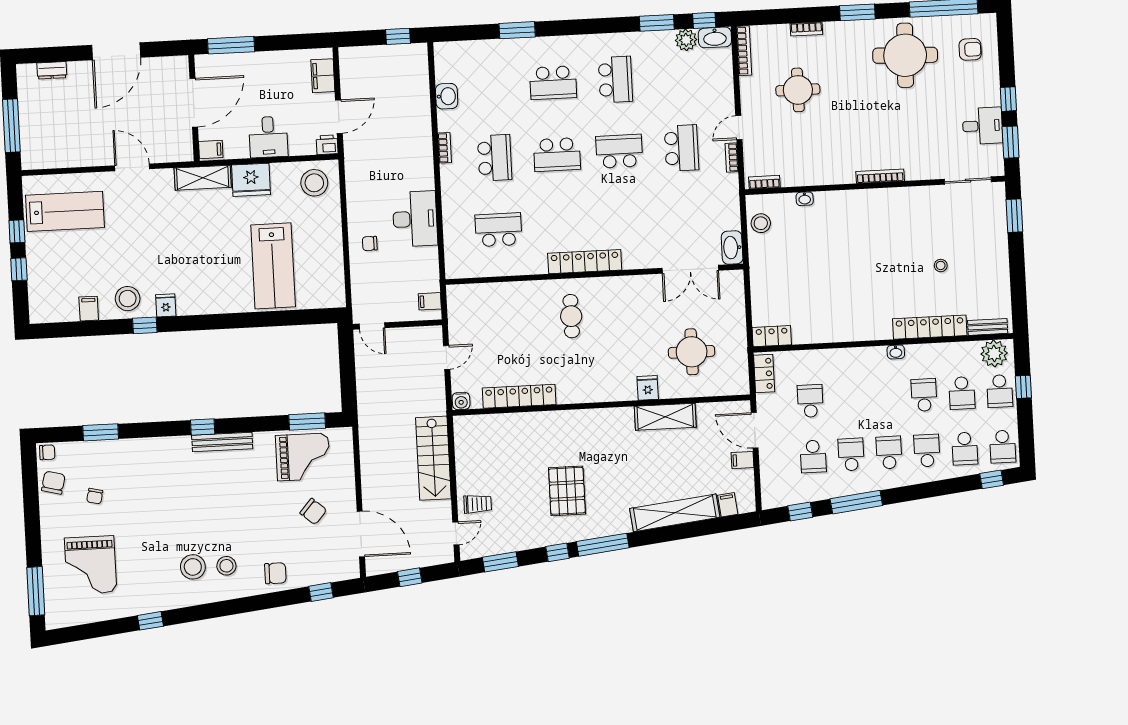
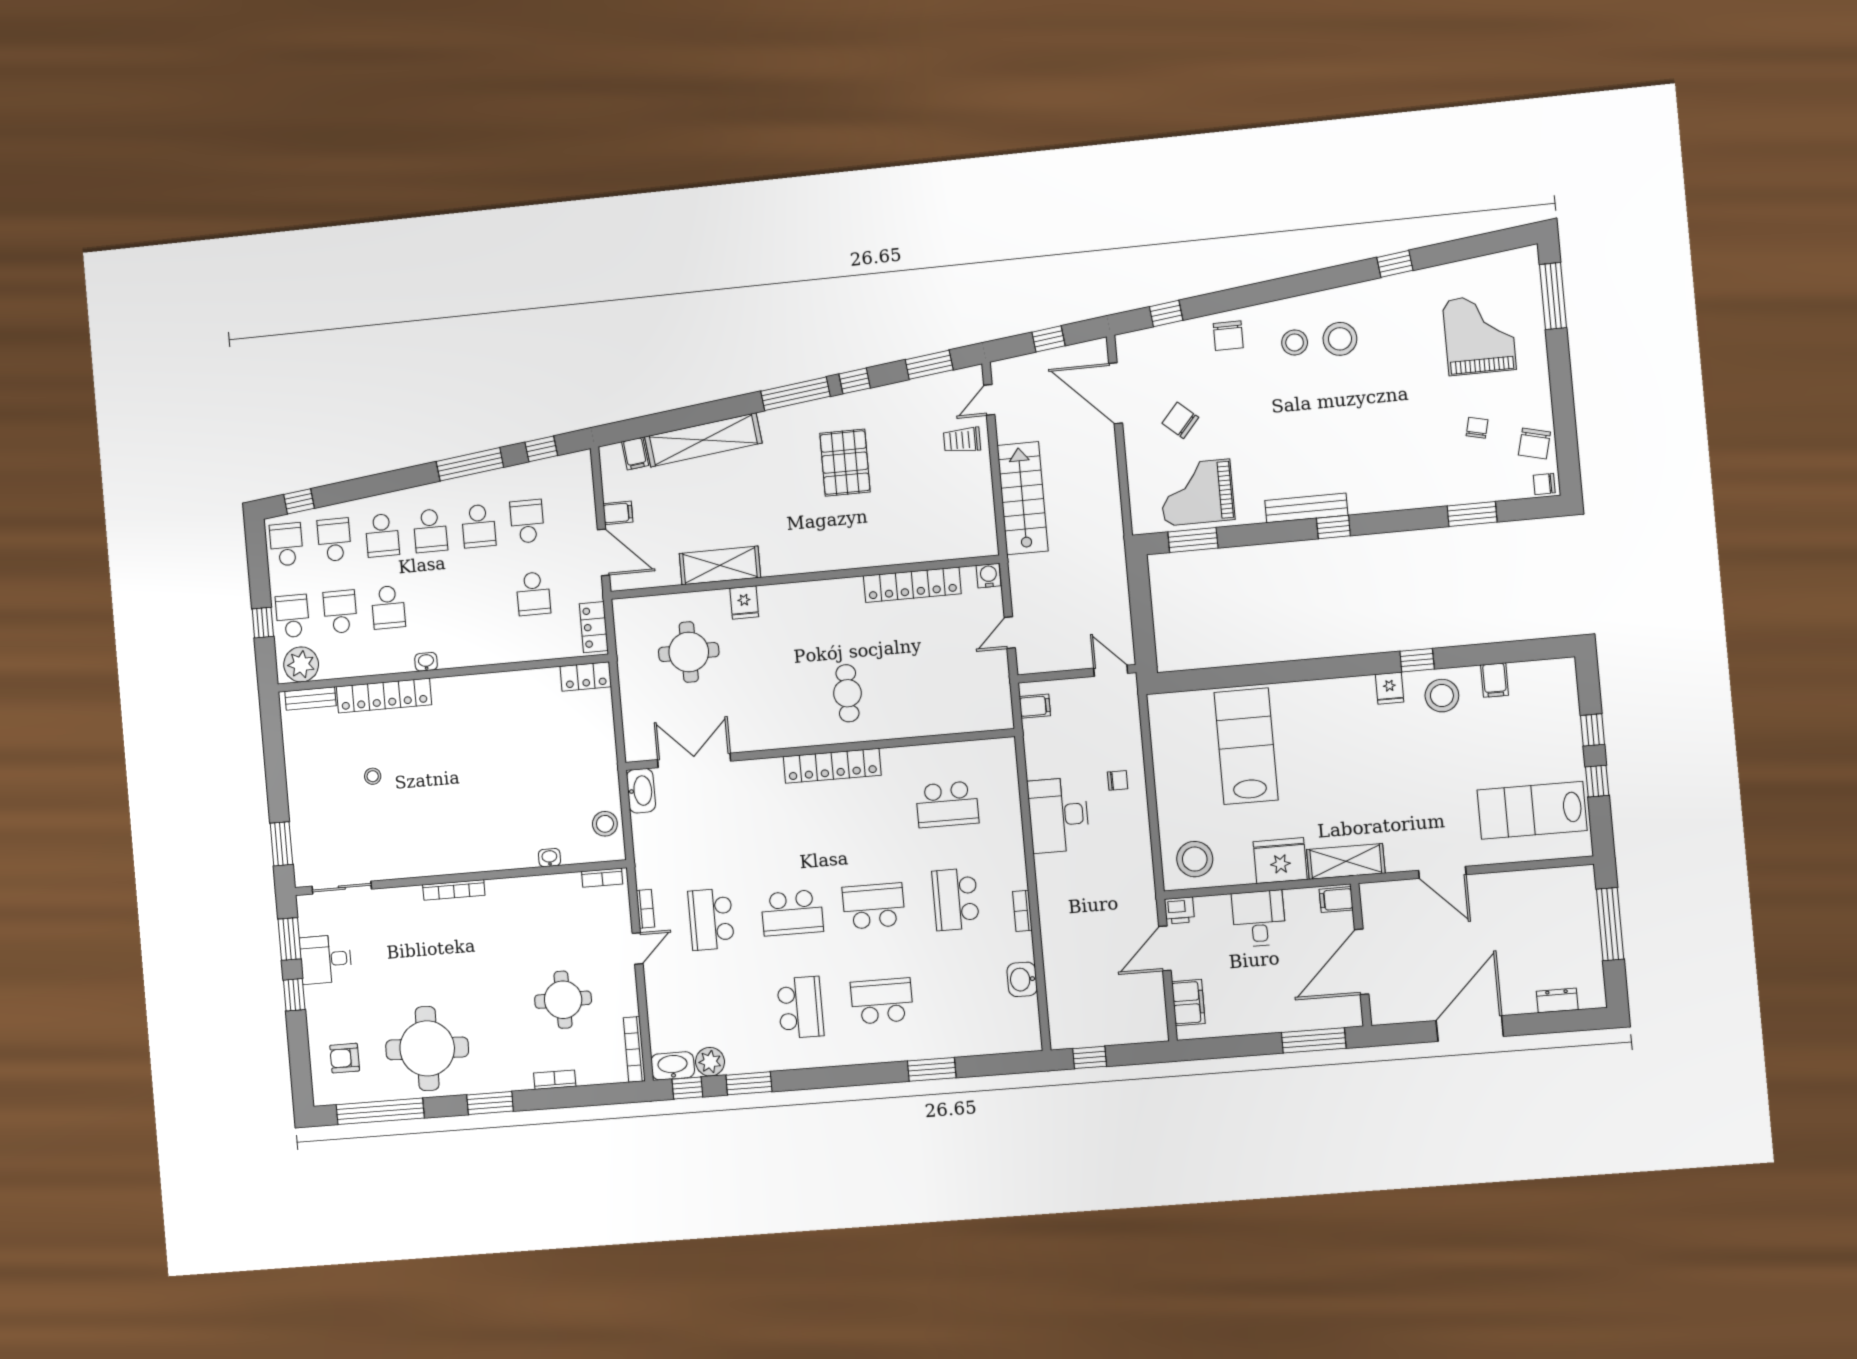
school desk: (615, 79) -> (800, 1007), turned 180
chair: (275, 573) -> (1228, 336), turned -90

